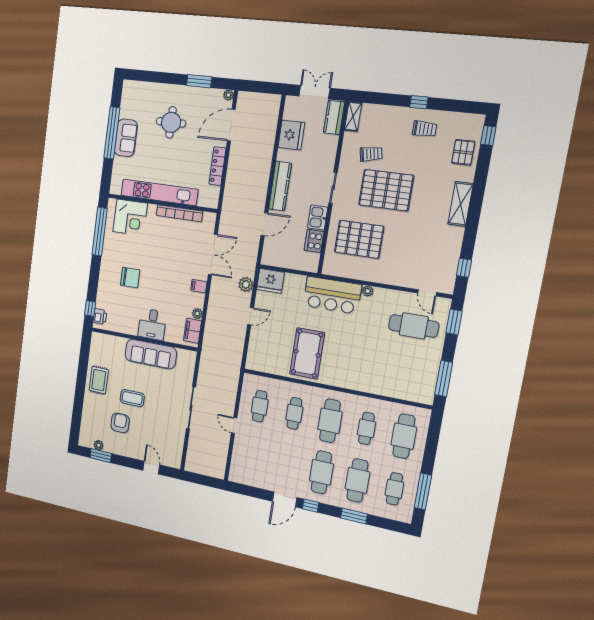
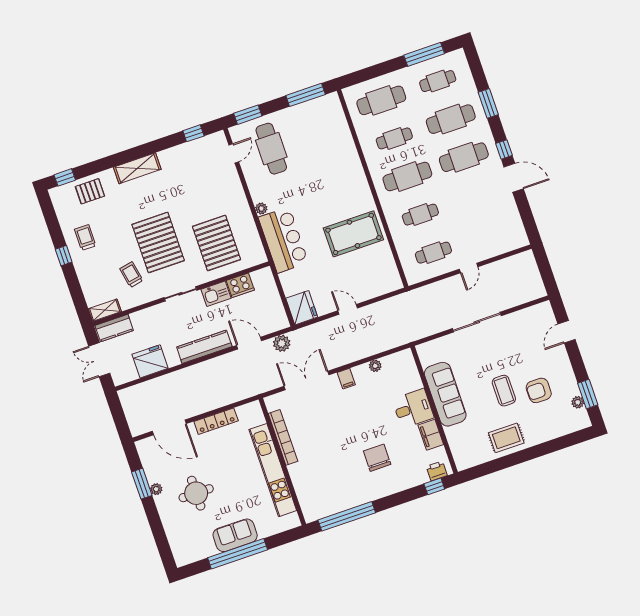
plant: (228, 95) -> (156, 489), moved
corner desk: (130, 217) -> (314, 489), removed
plant: (246, 284) -> (282, 343), moved
filing cabinet: (192, 331) -> (431, 435), moved, turned 90

